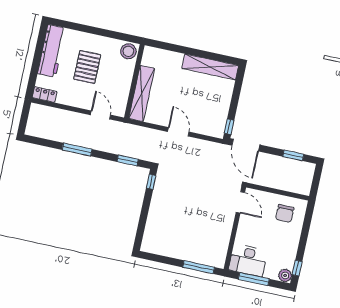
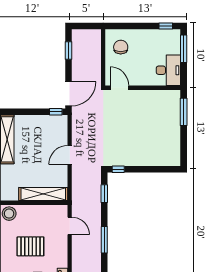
door: (100, 115) -> (70, 226), swing flipped
door: (240, 202) -> (119, 88), hinge flipped
chair: (285, 213) -> (121, 47), turned -90
plant: (285, 275) -> (175, 35), removed
window: (254, 279) -> (184, 49), moved

